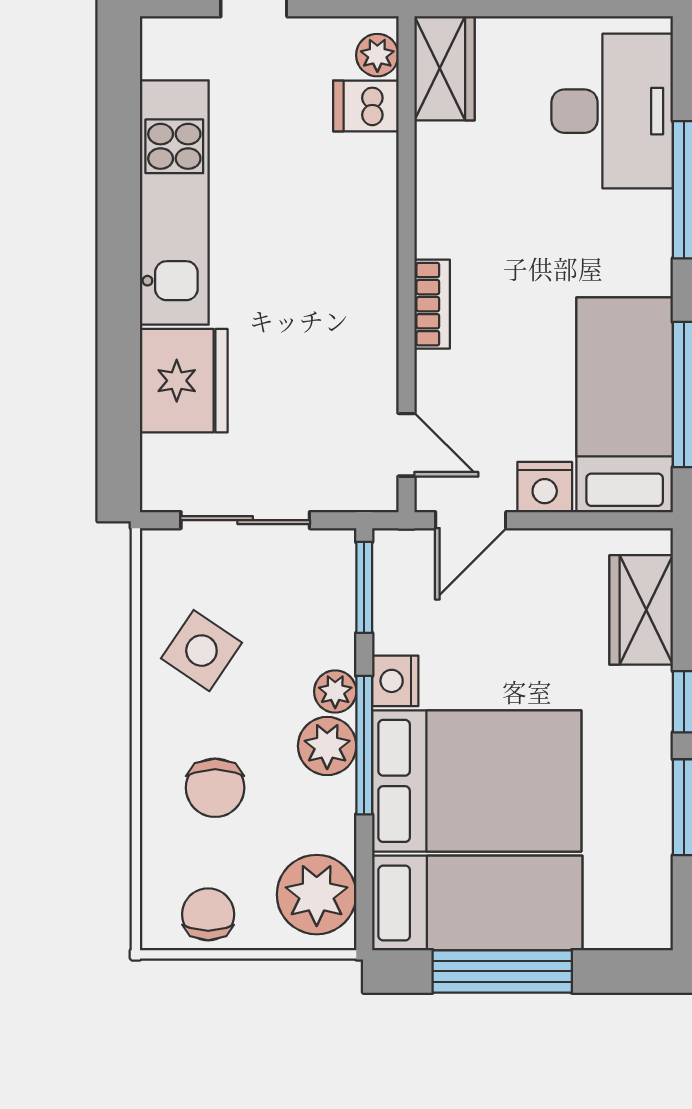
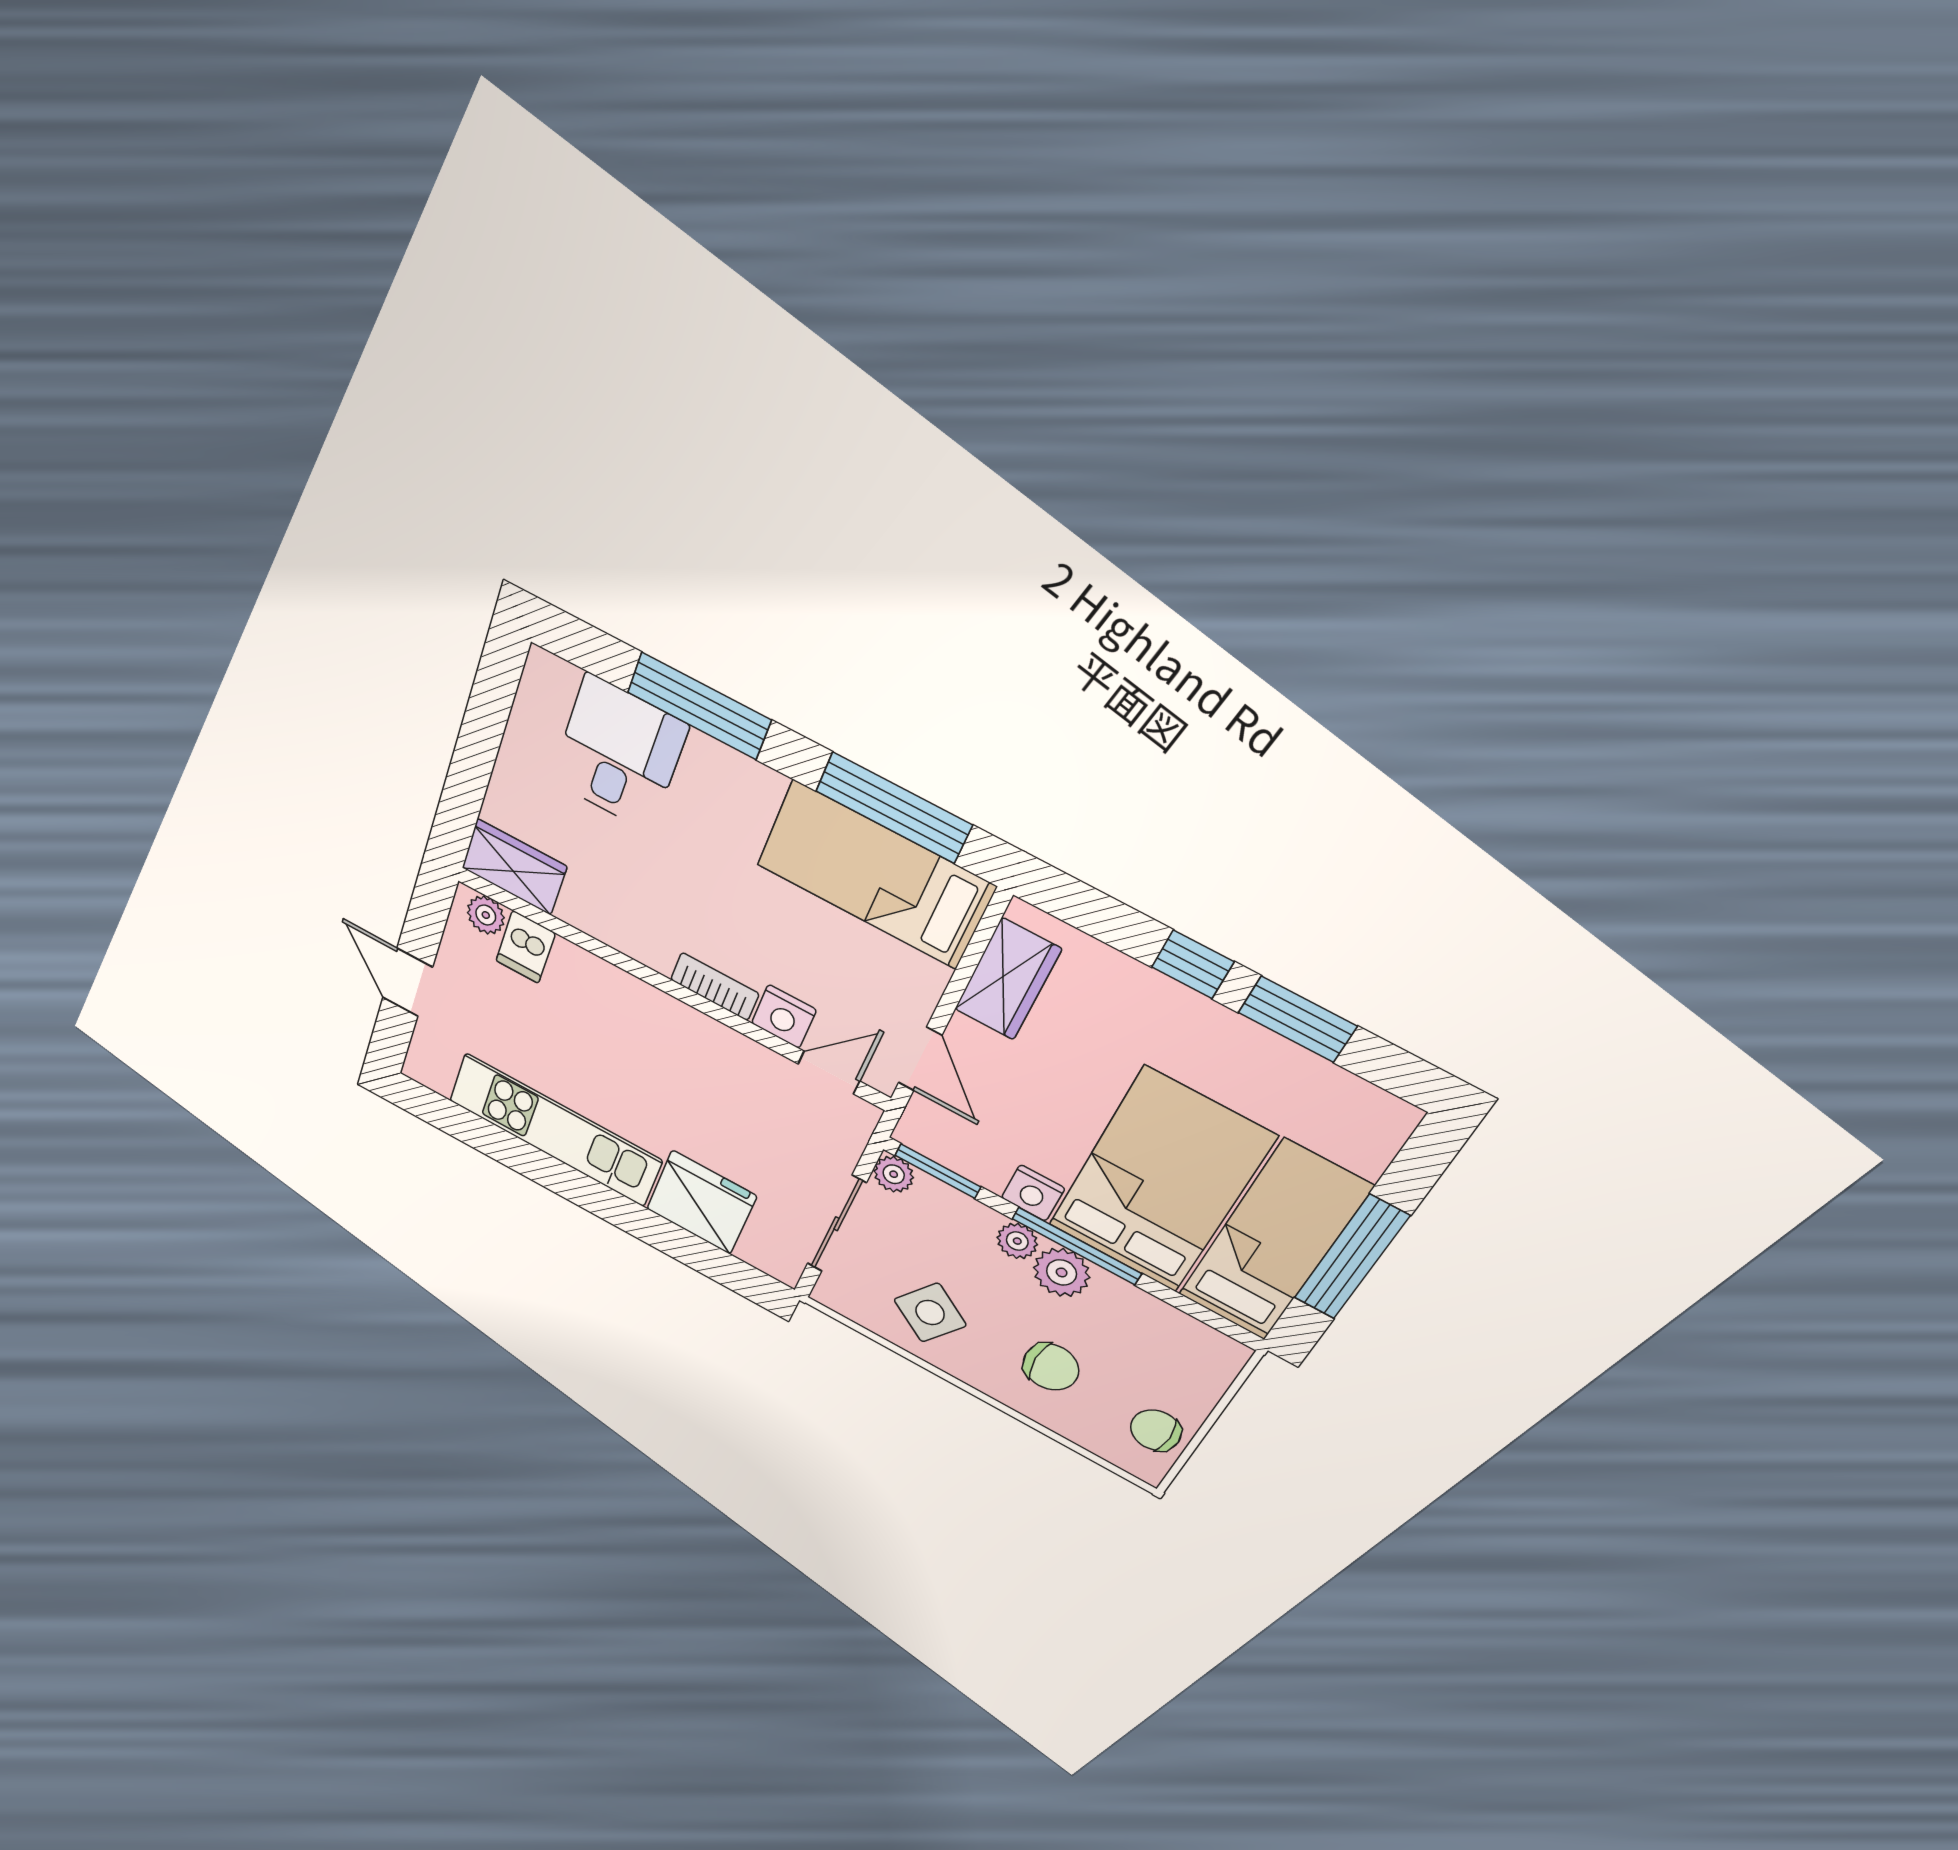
desk: (612, 111) -> (619, 753), width x0.73
nightstand: (545, 487) -> (784, 1016), moved, turned 90
wardrobe: (641, 610) -> (1008, 979), moved, turned -90
plant: (317, 895) -> (894, 1174), moved, width x0.53, depth x0.53

